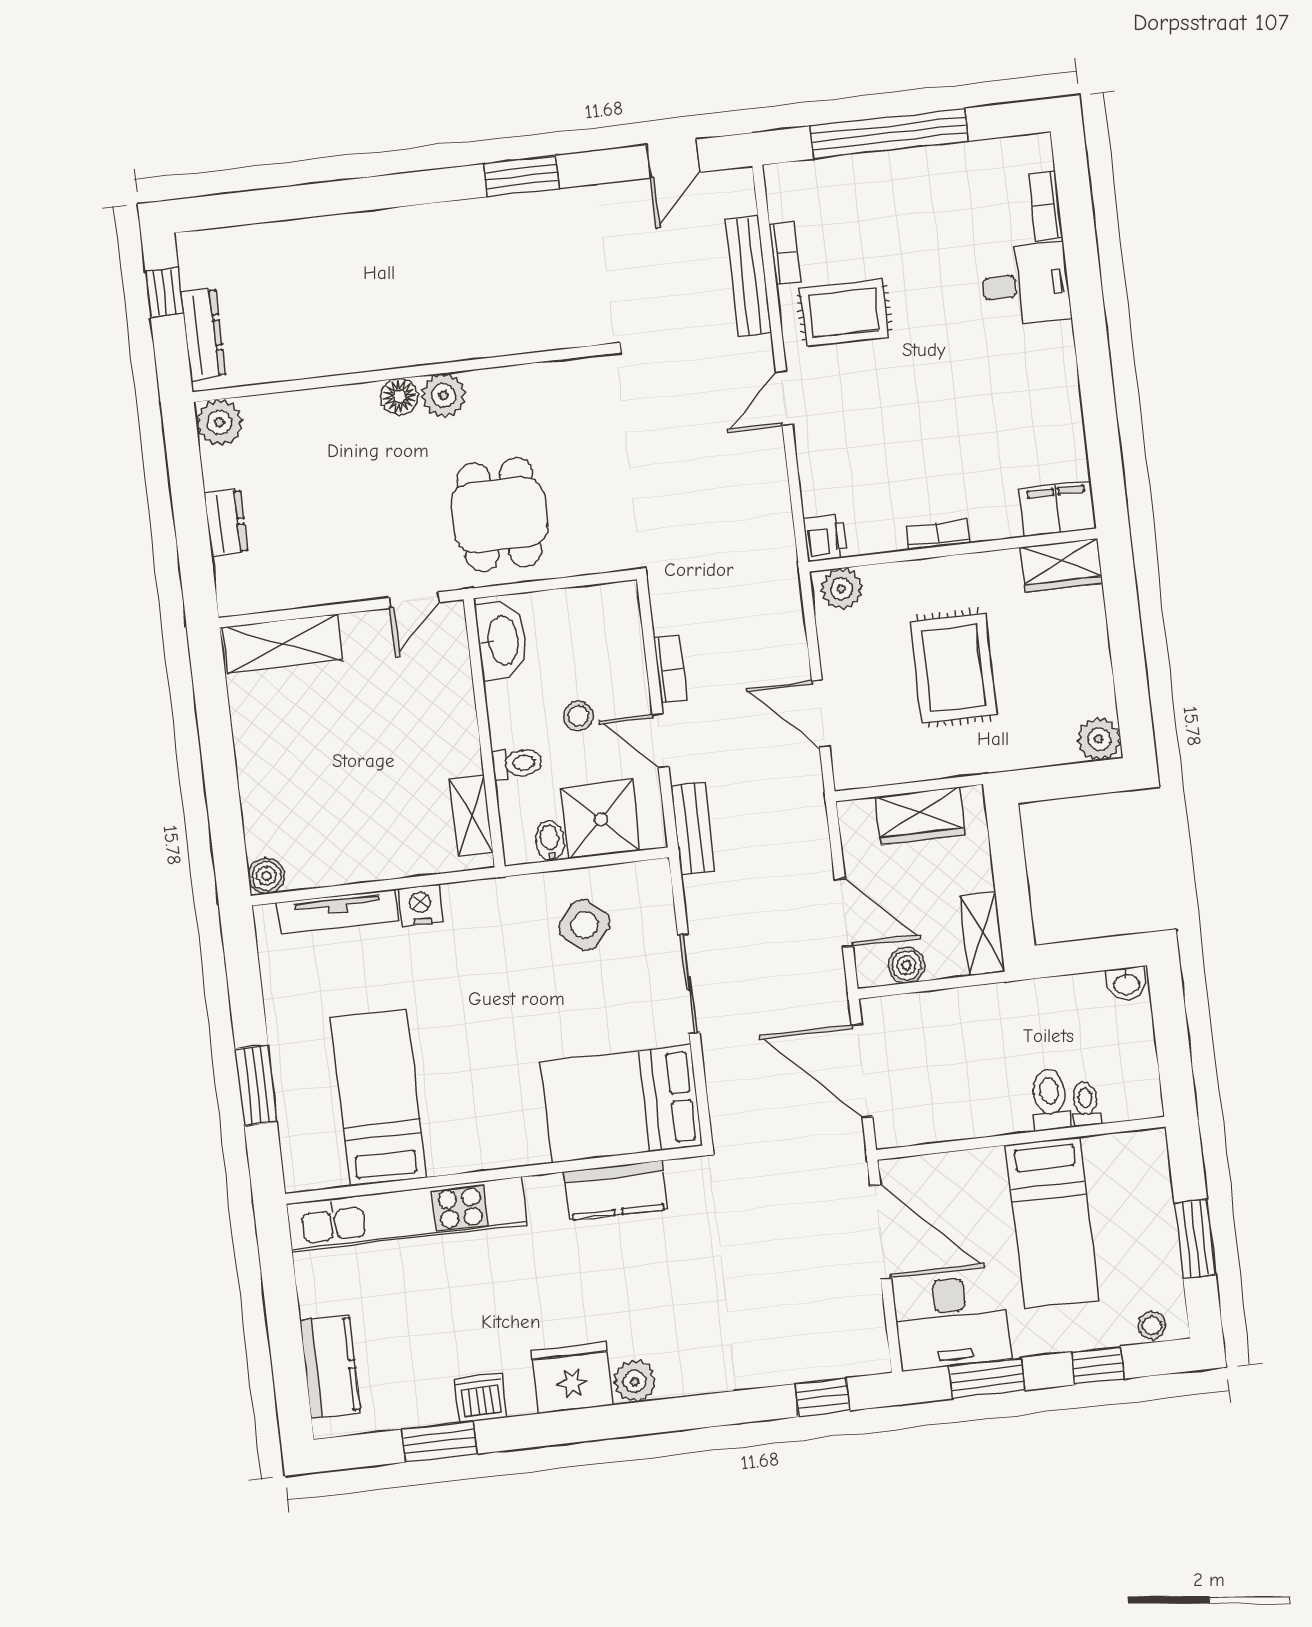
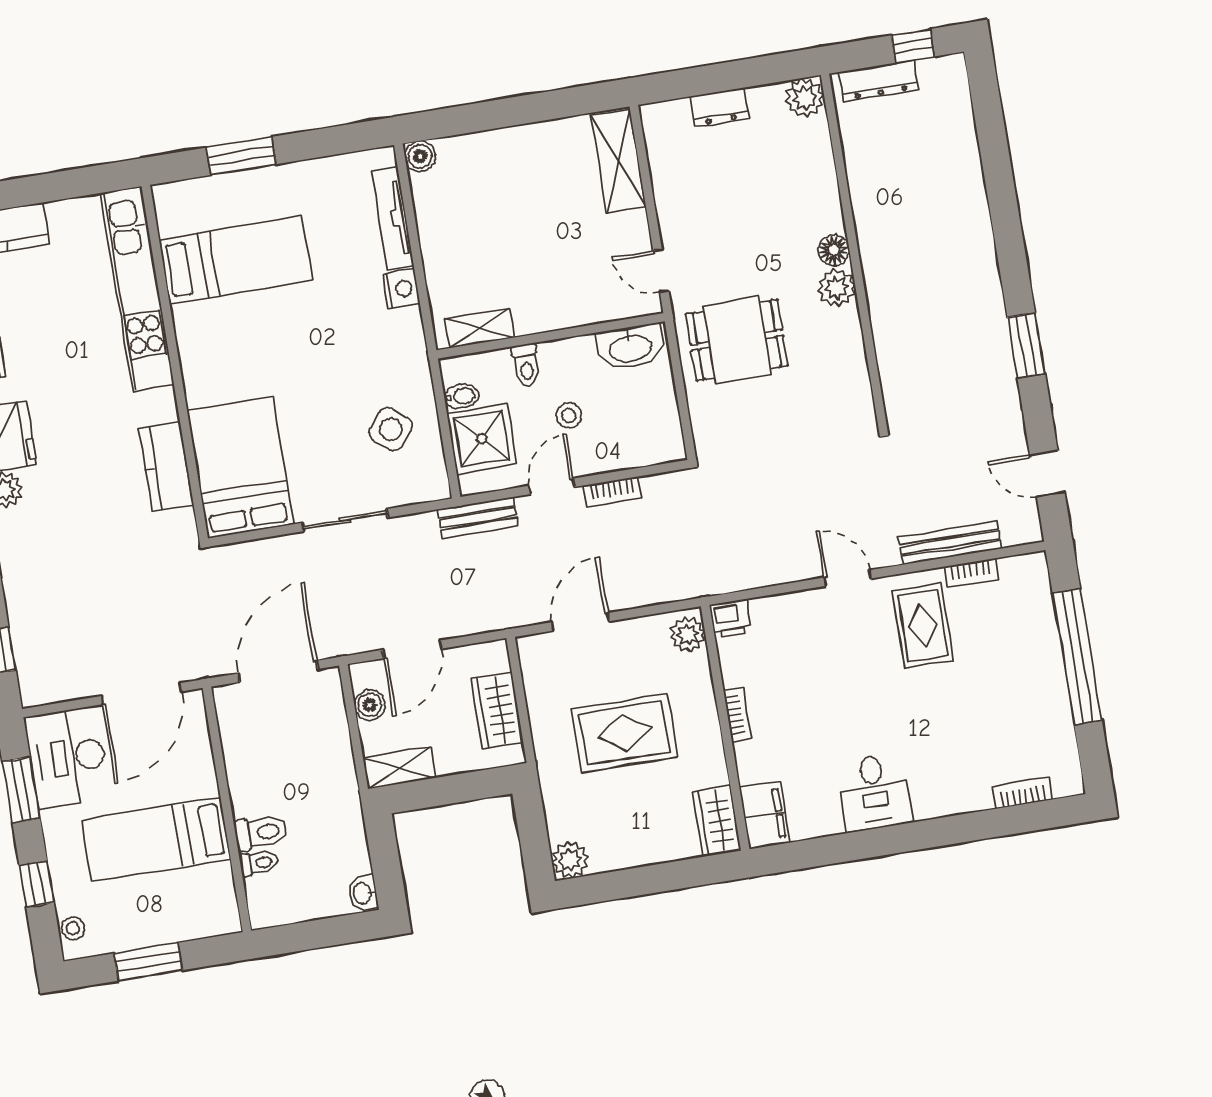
desk: (1026, 285) -> (874, 792), moved

